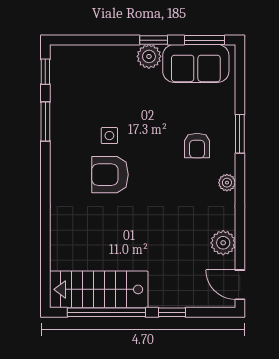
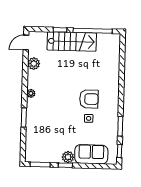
sofa: (196, 63) -> (91, 154), moved
armchair: (197, 145) -> (45, 112), removed
door: (240, 285) -> (26, 43), swing flipped
stairs: (99, 289) -> (72, 41), moved

